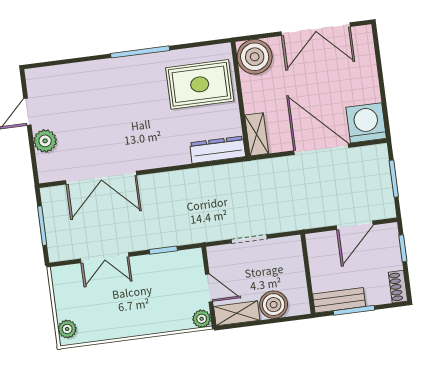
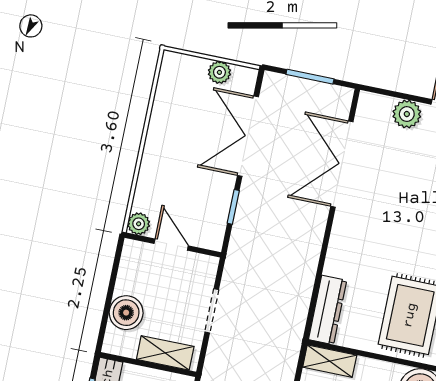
double door: (105, 258) -> (248, 136), width x1.37
door: (209, 288) -> (171, 245), swing flipped
shelving: (237, 313) -> (165, 353), moved, turned 90
plant: (67, 329) -> (219, 72), moved

